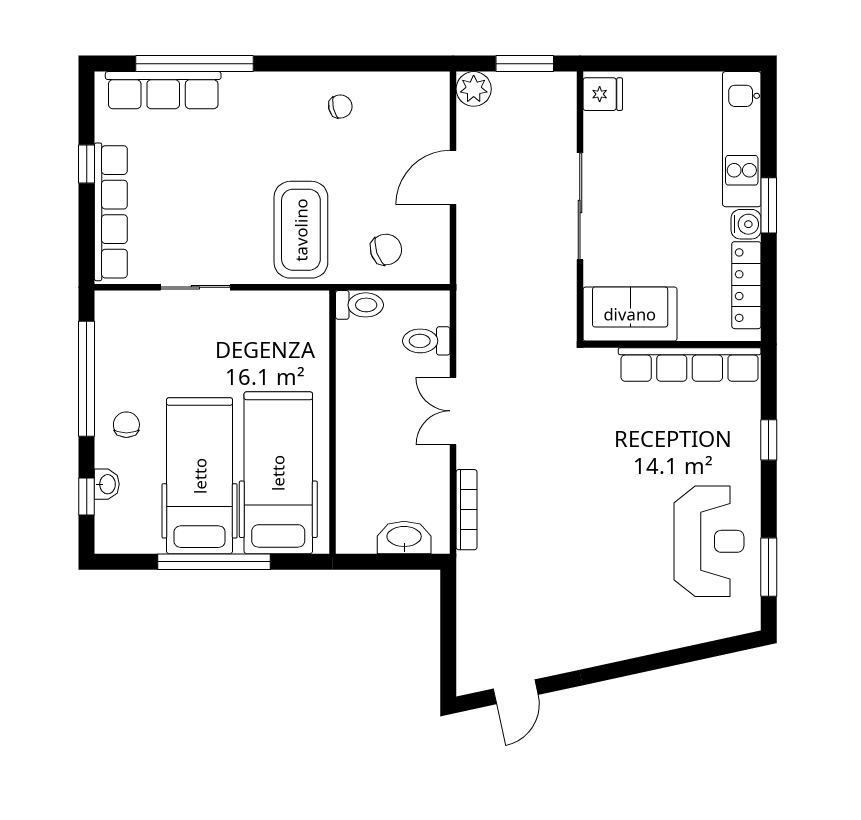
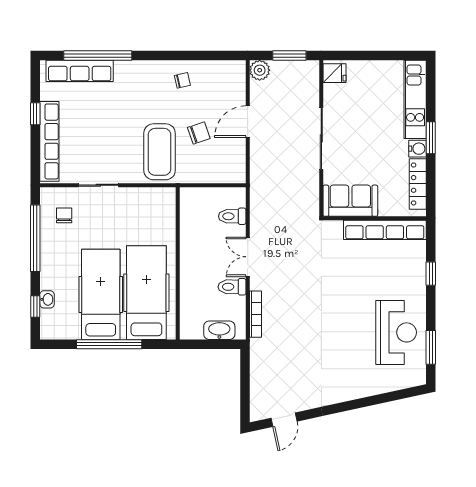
chair: (386, 250) -> (199, 133), moved
toilet: (359, 305) -> (232, 287), moved, turned 180
chair: (126, 425) -> (64, 215), moved

